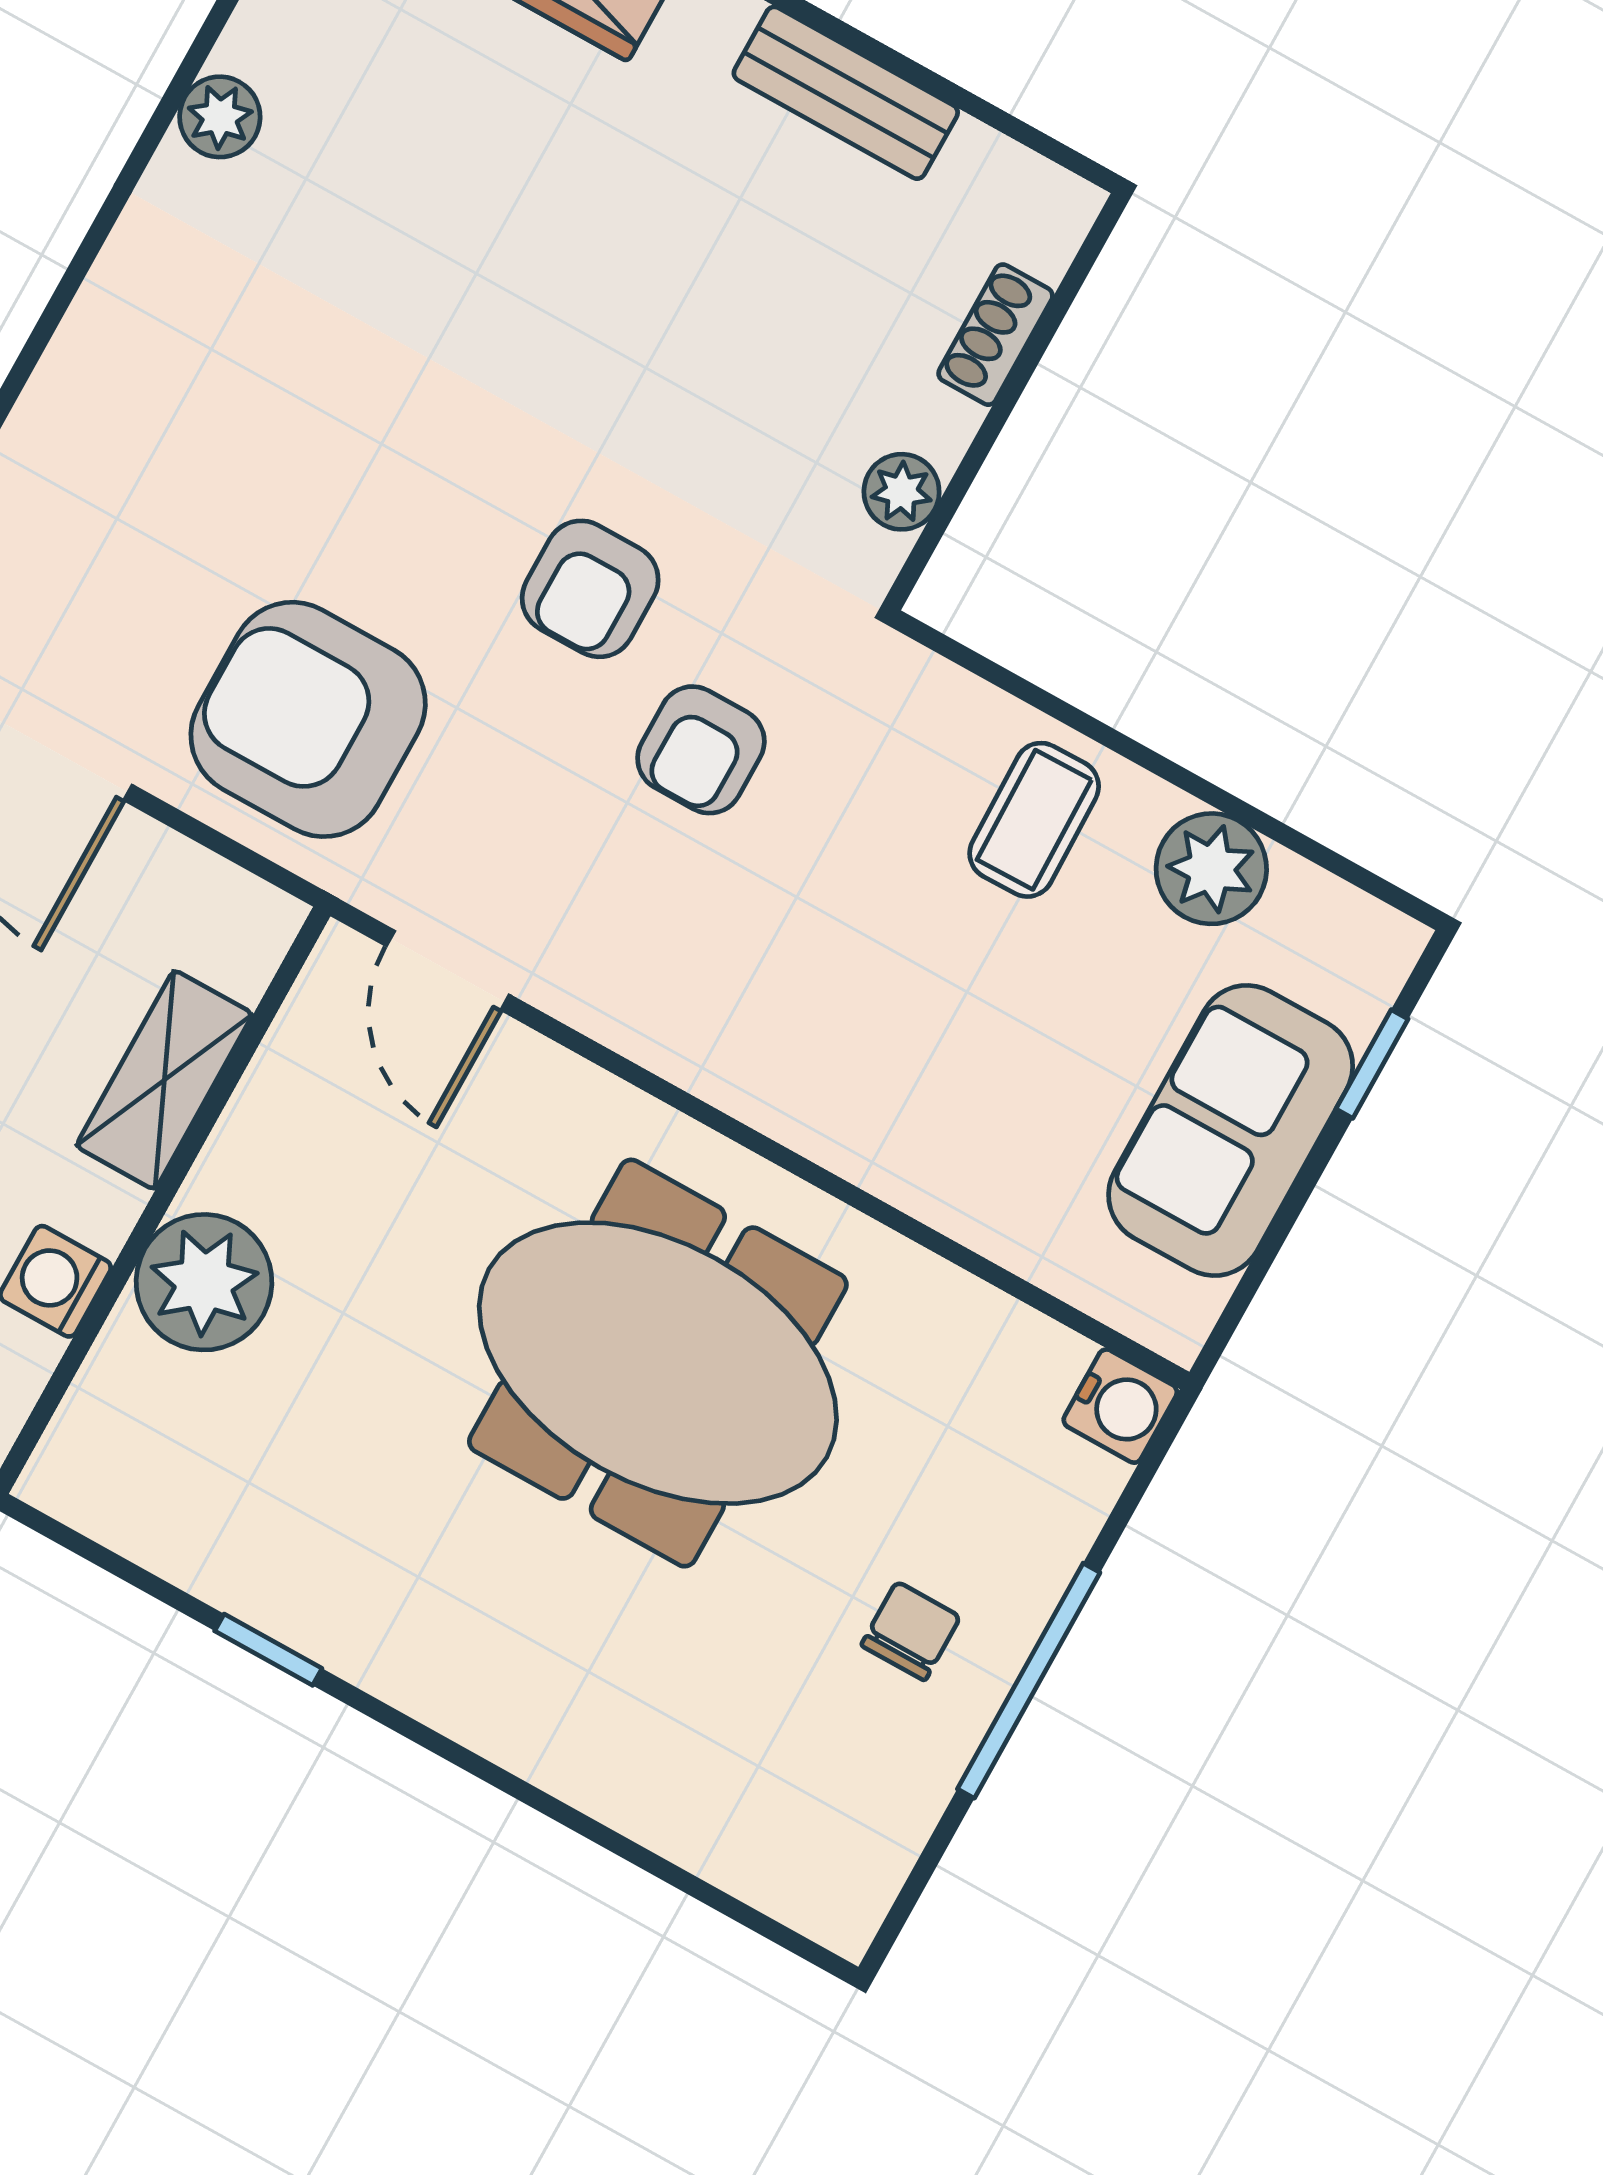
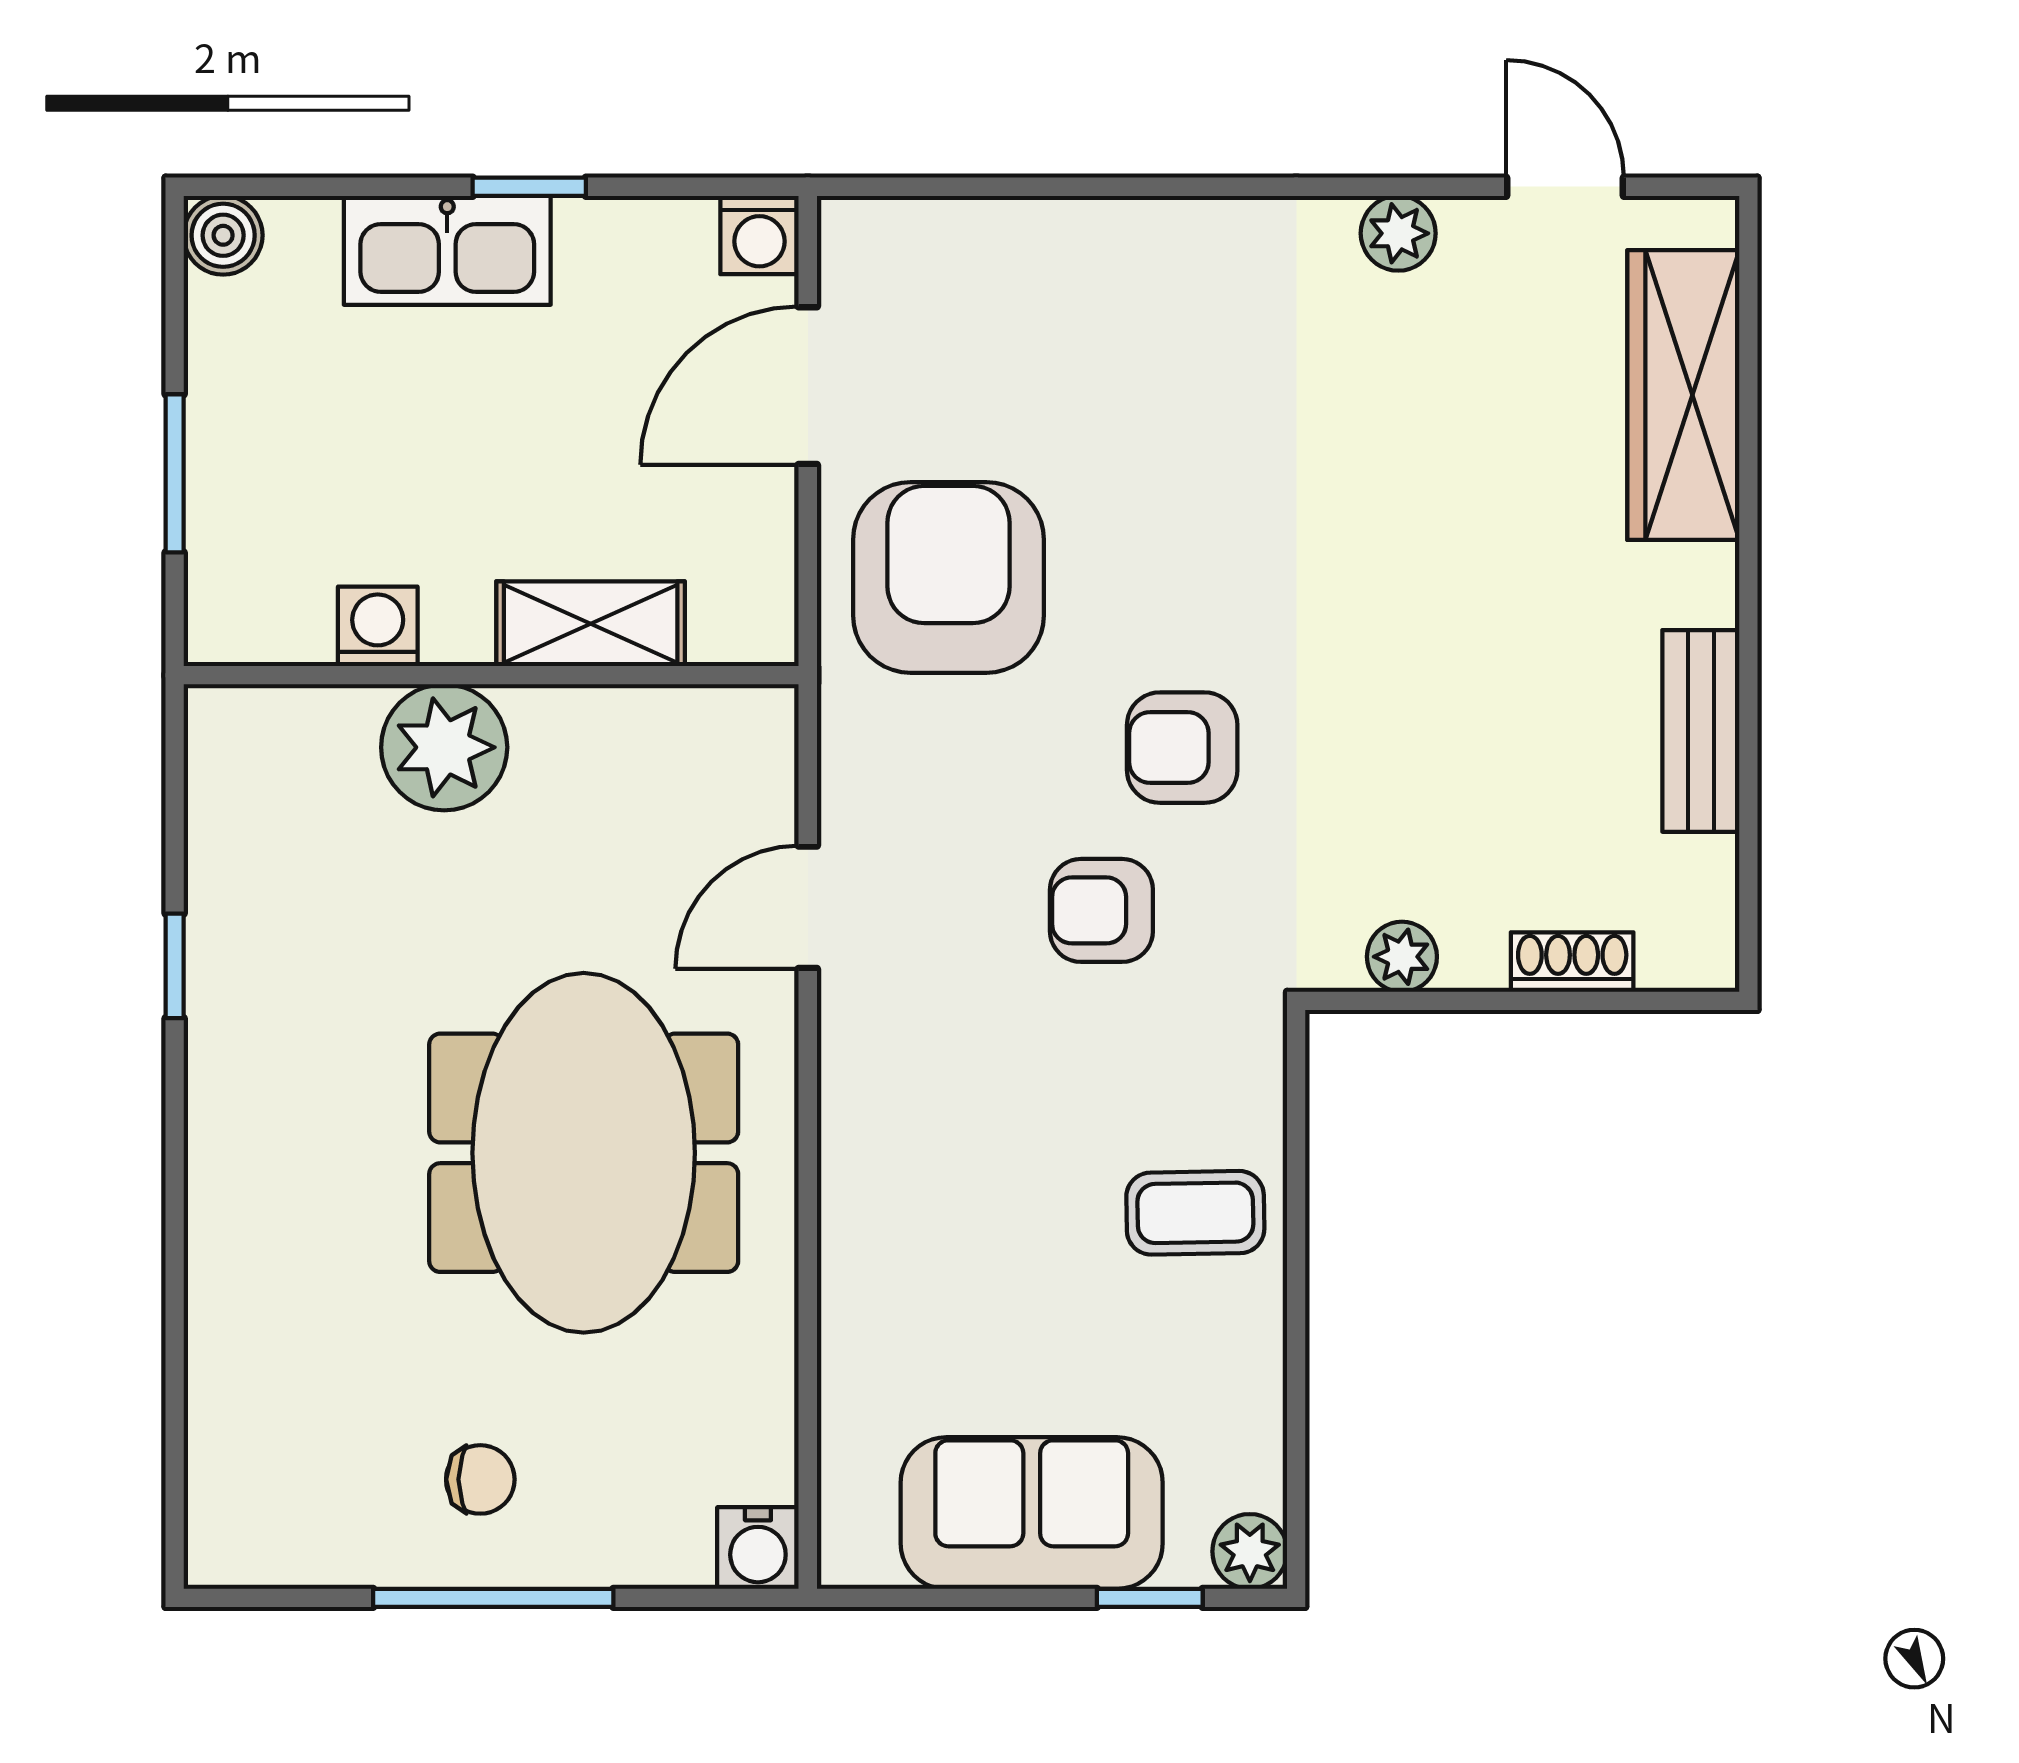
plant: (1211, 869) -> (1250, 1551), moved, width x0.73, depth x0.73
door: (448, 970) -> (808, 907), moved

